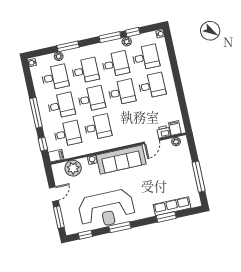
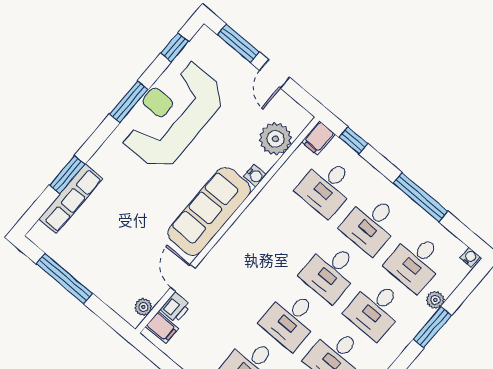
window: (36, 113) -> (421, 197), moved
desk: (98, 127) -> (286, 234), removed

